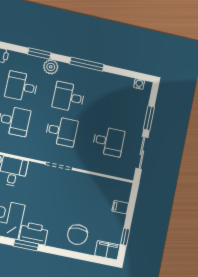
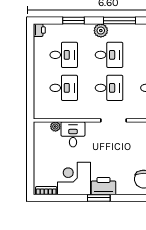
plant: (51, 67) -> (101, 31), moved
desk: (21, 87) -> (64, 55), turned 180
desk: (69, 97) -> (109, 55), turned 180

